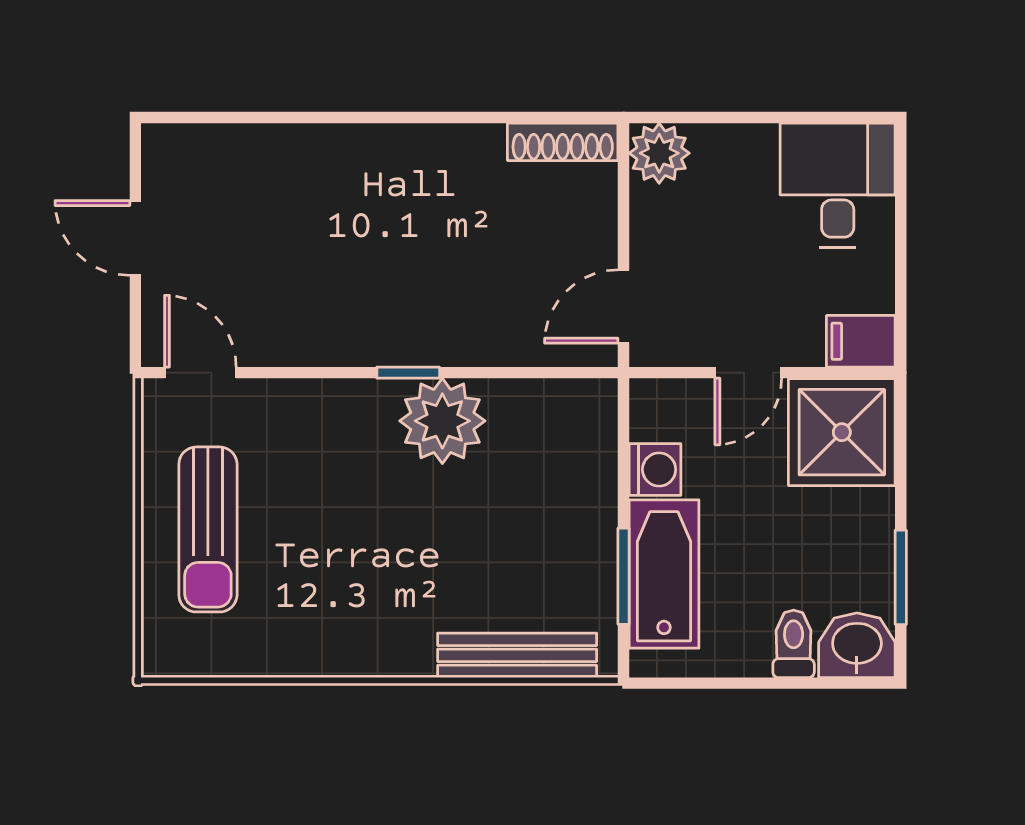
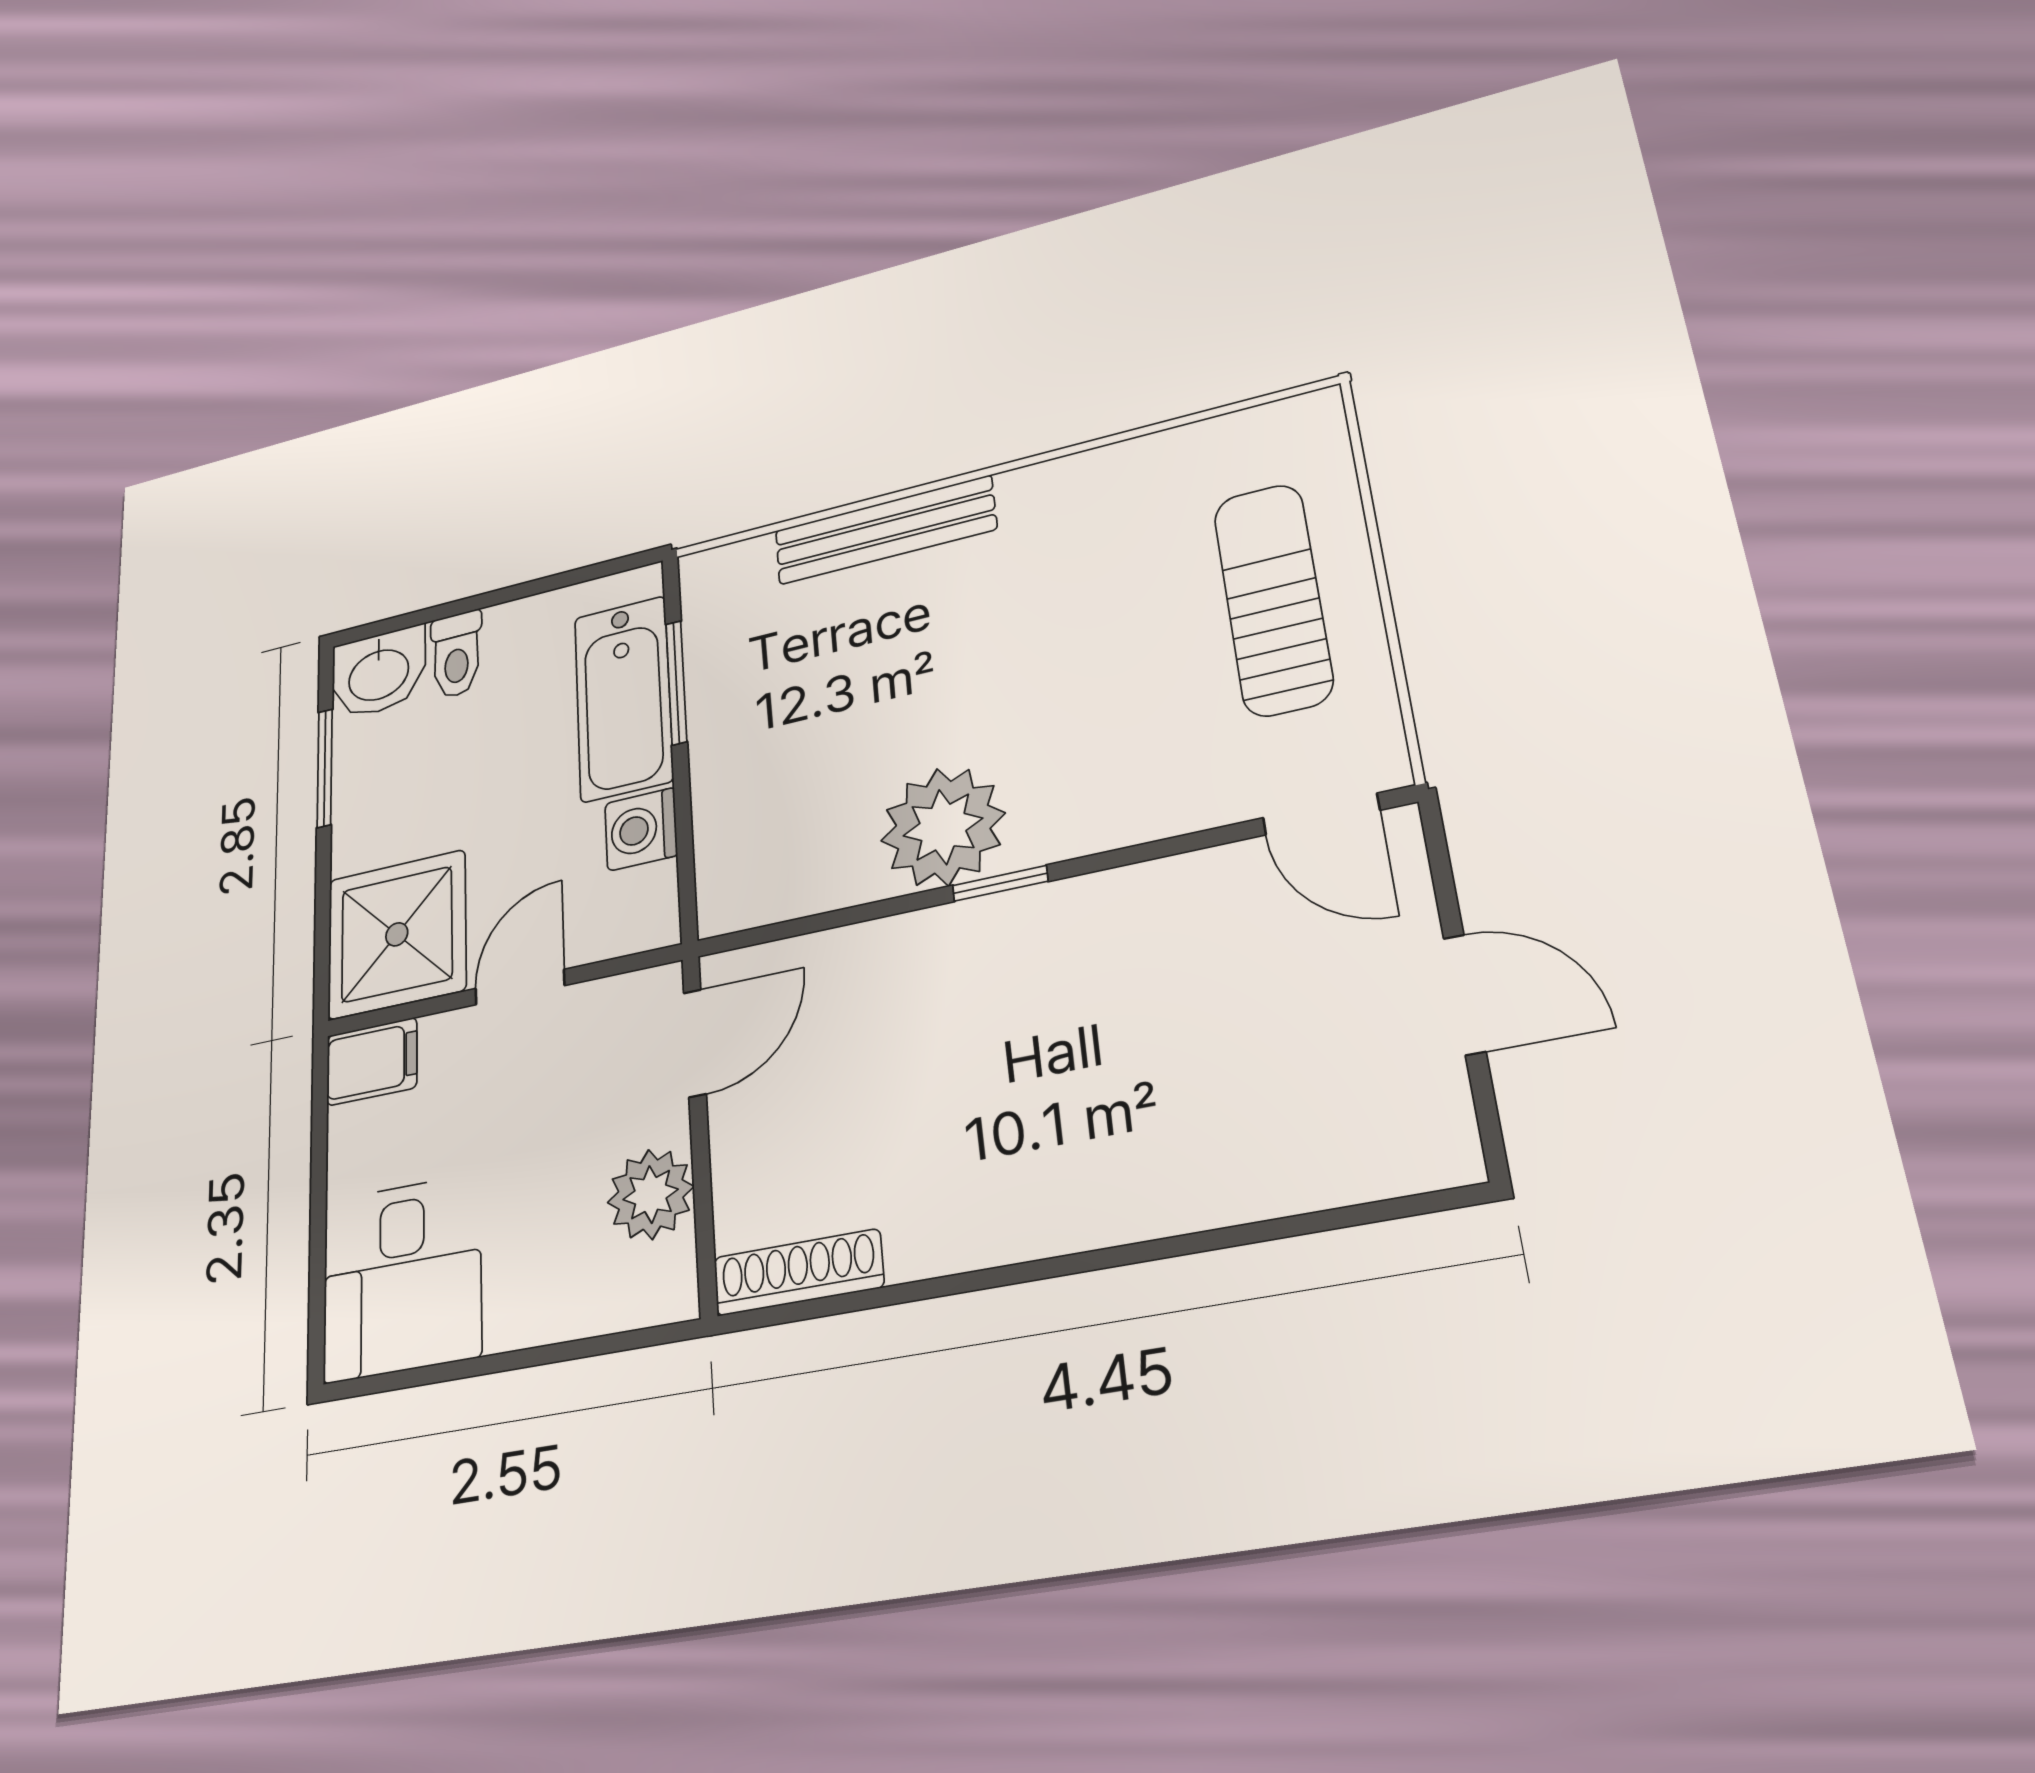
plant: (659, 153) -> (651, 1194), moved
bench: (517, 655) -> (885, 530), moved

